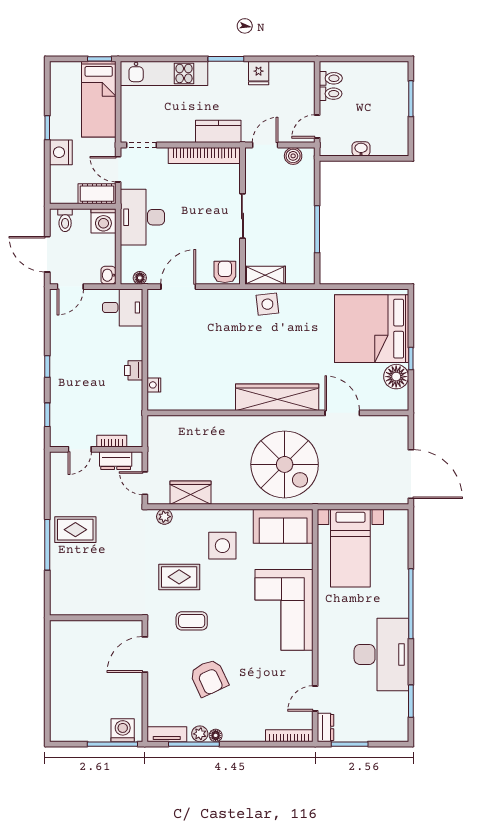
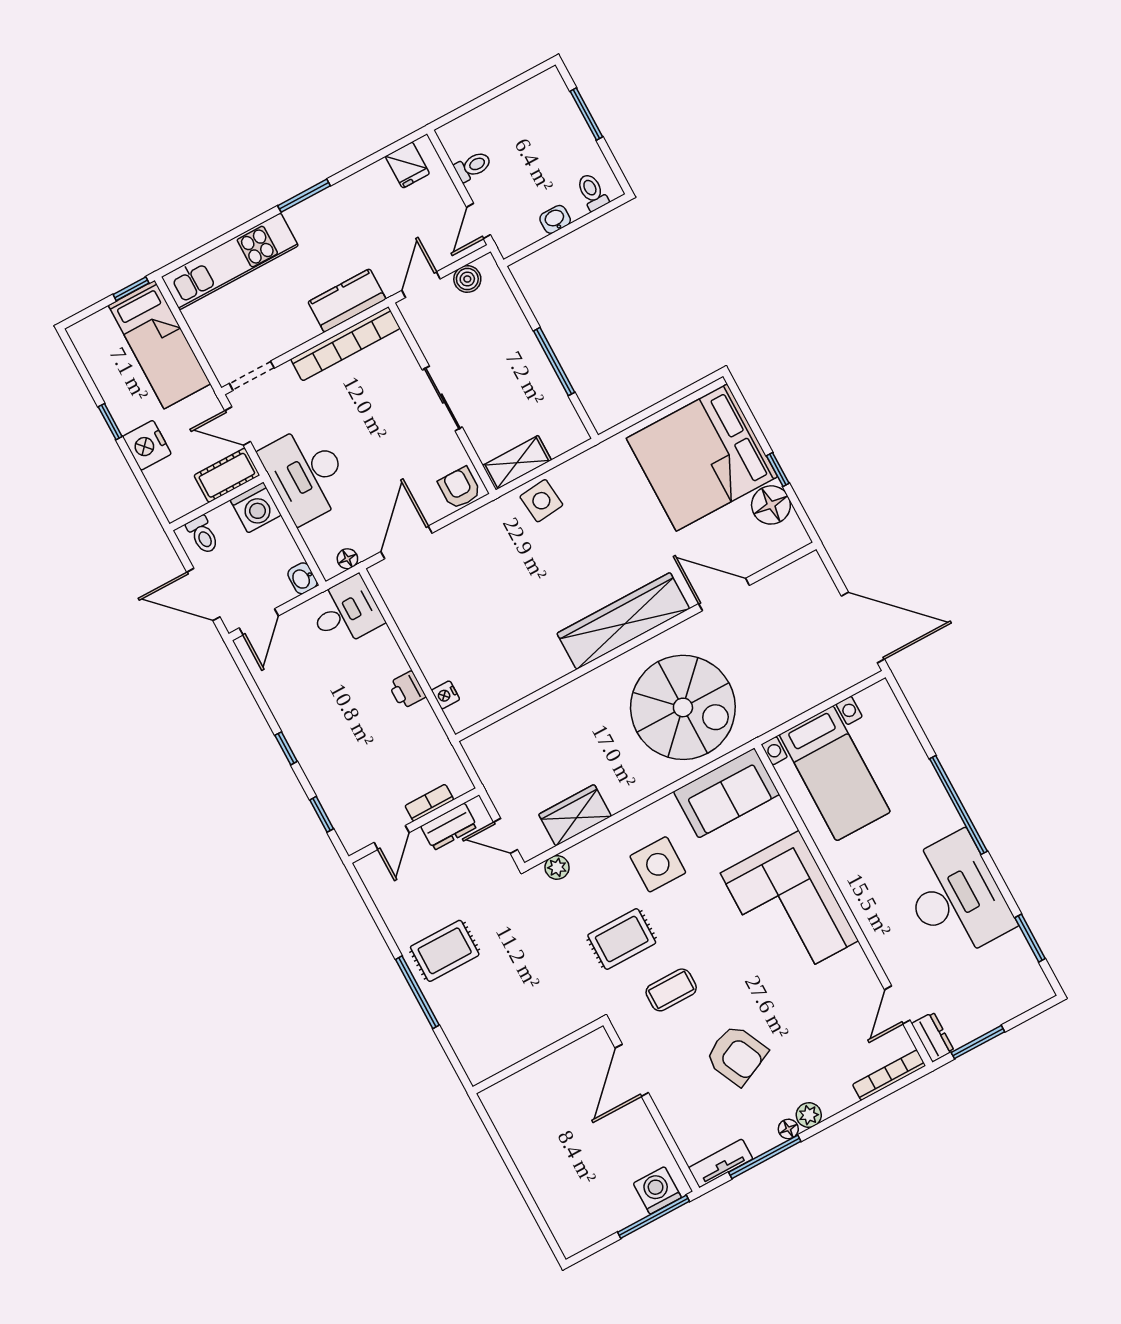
fridge: (259, 73) -> (407, 165), moved
toilet: (331, 78) -> (592, 192), moved, turned -90
plant: (200, 734) -> (809, 1115), moved

